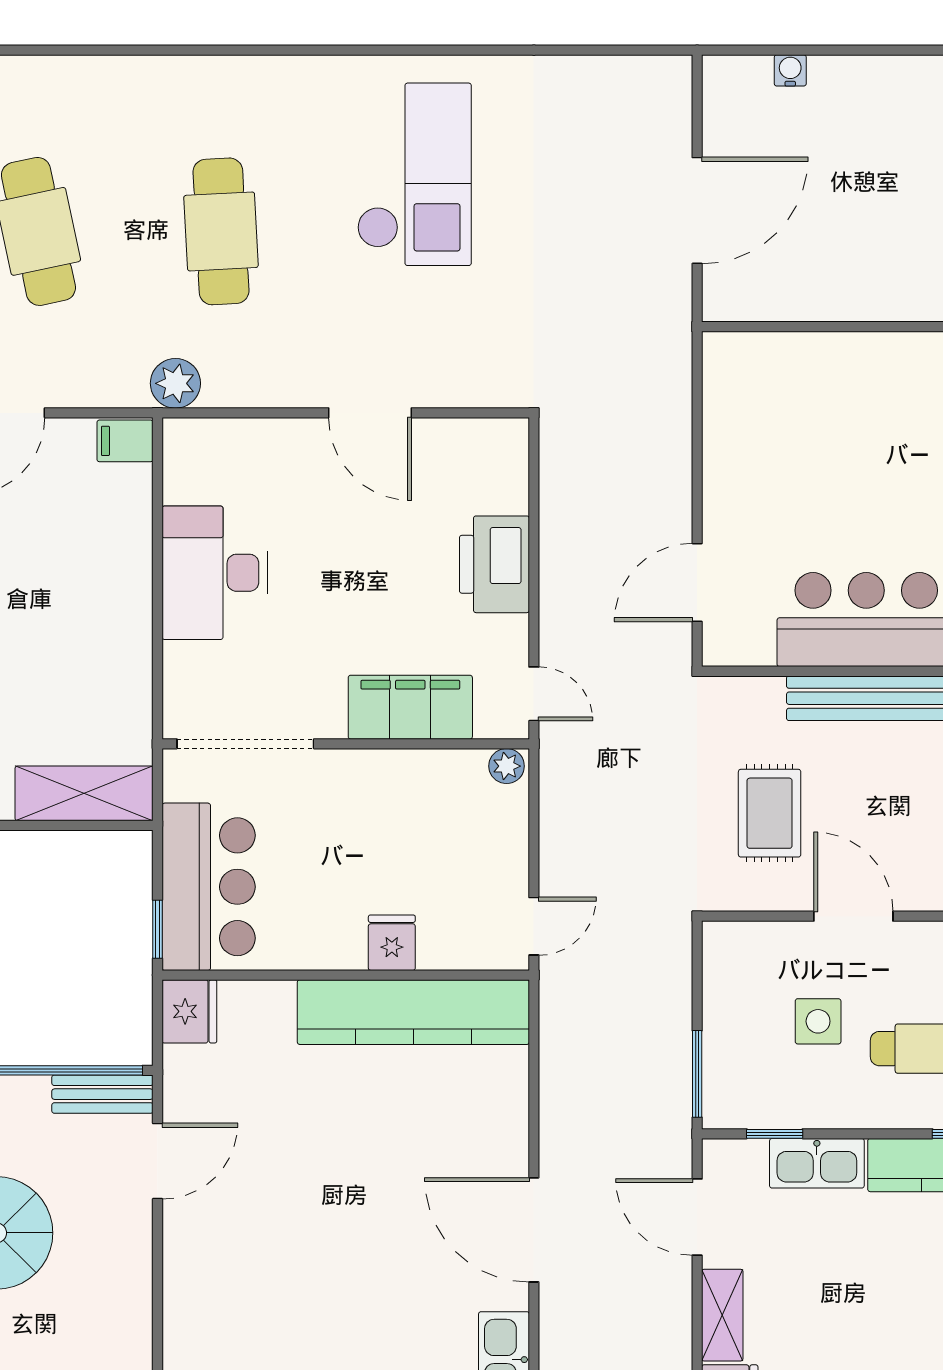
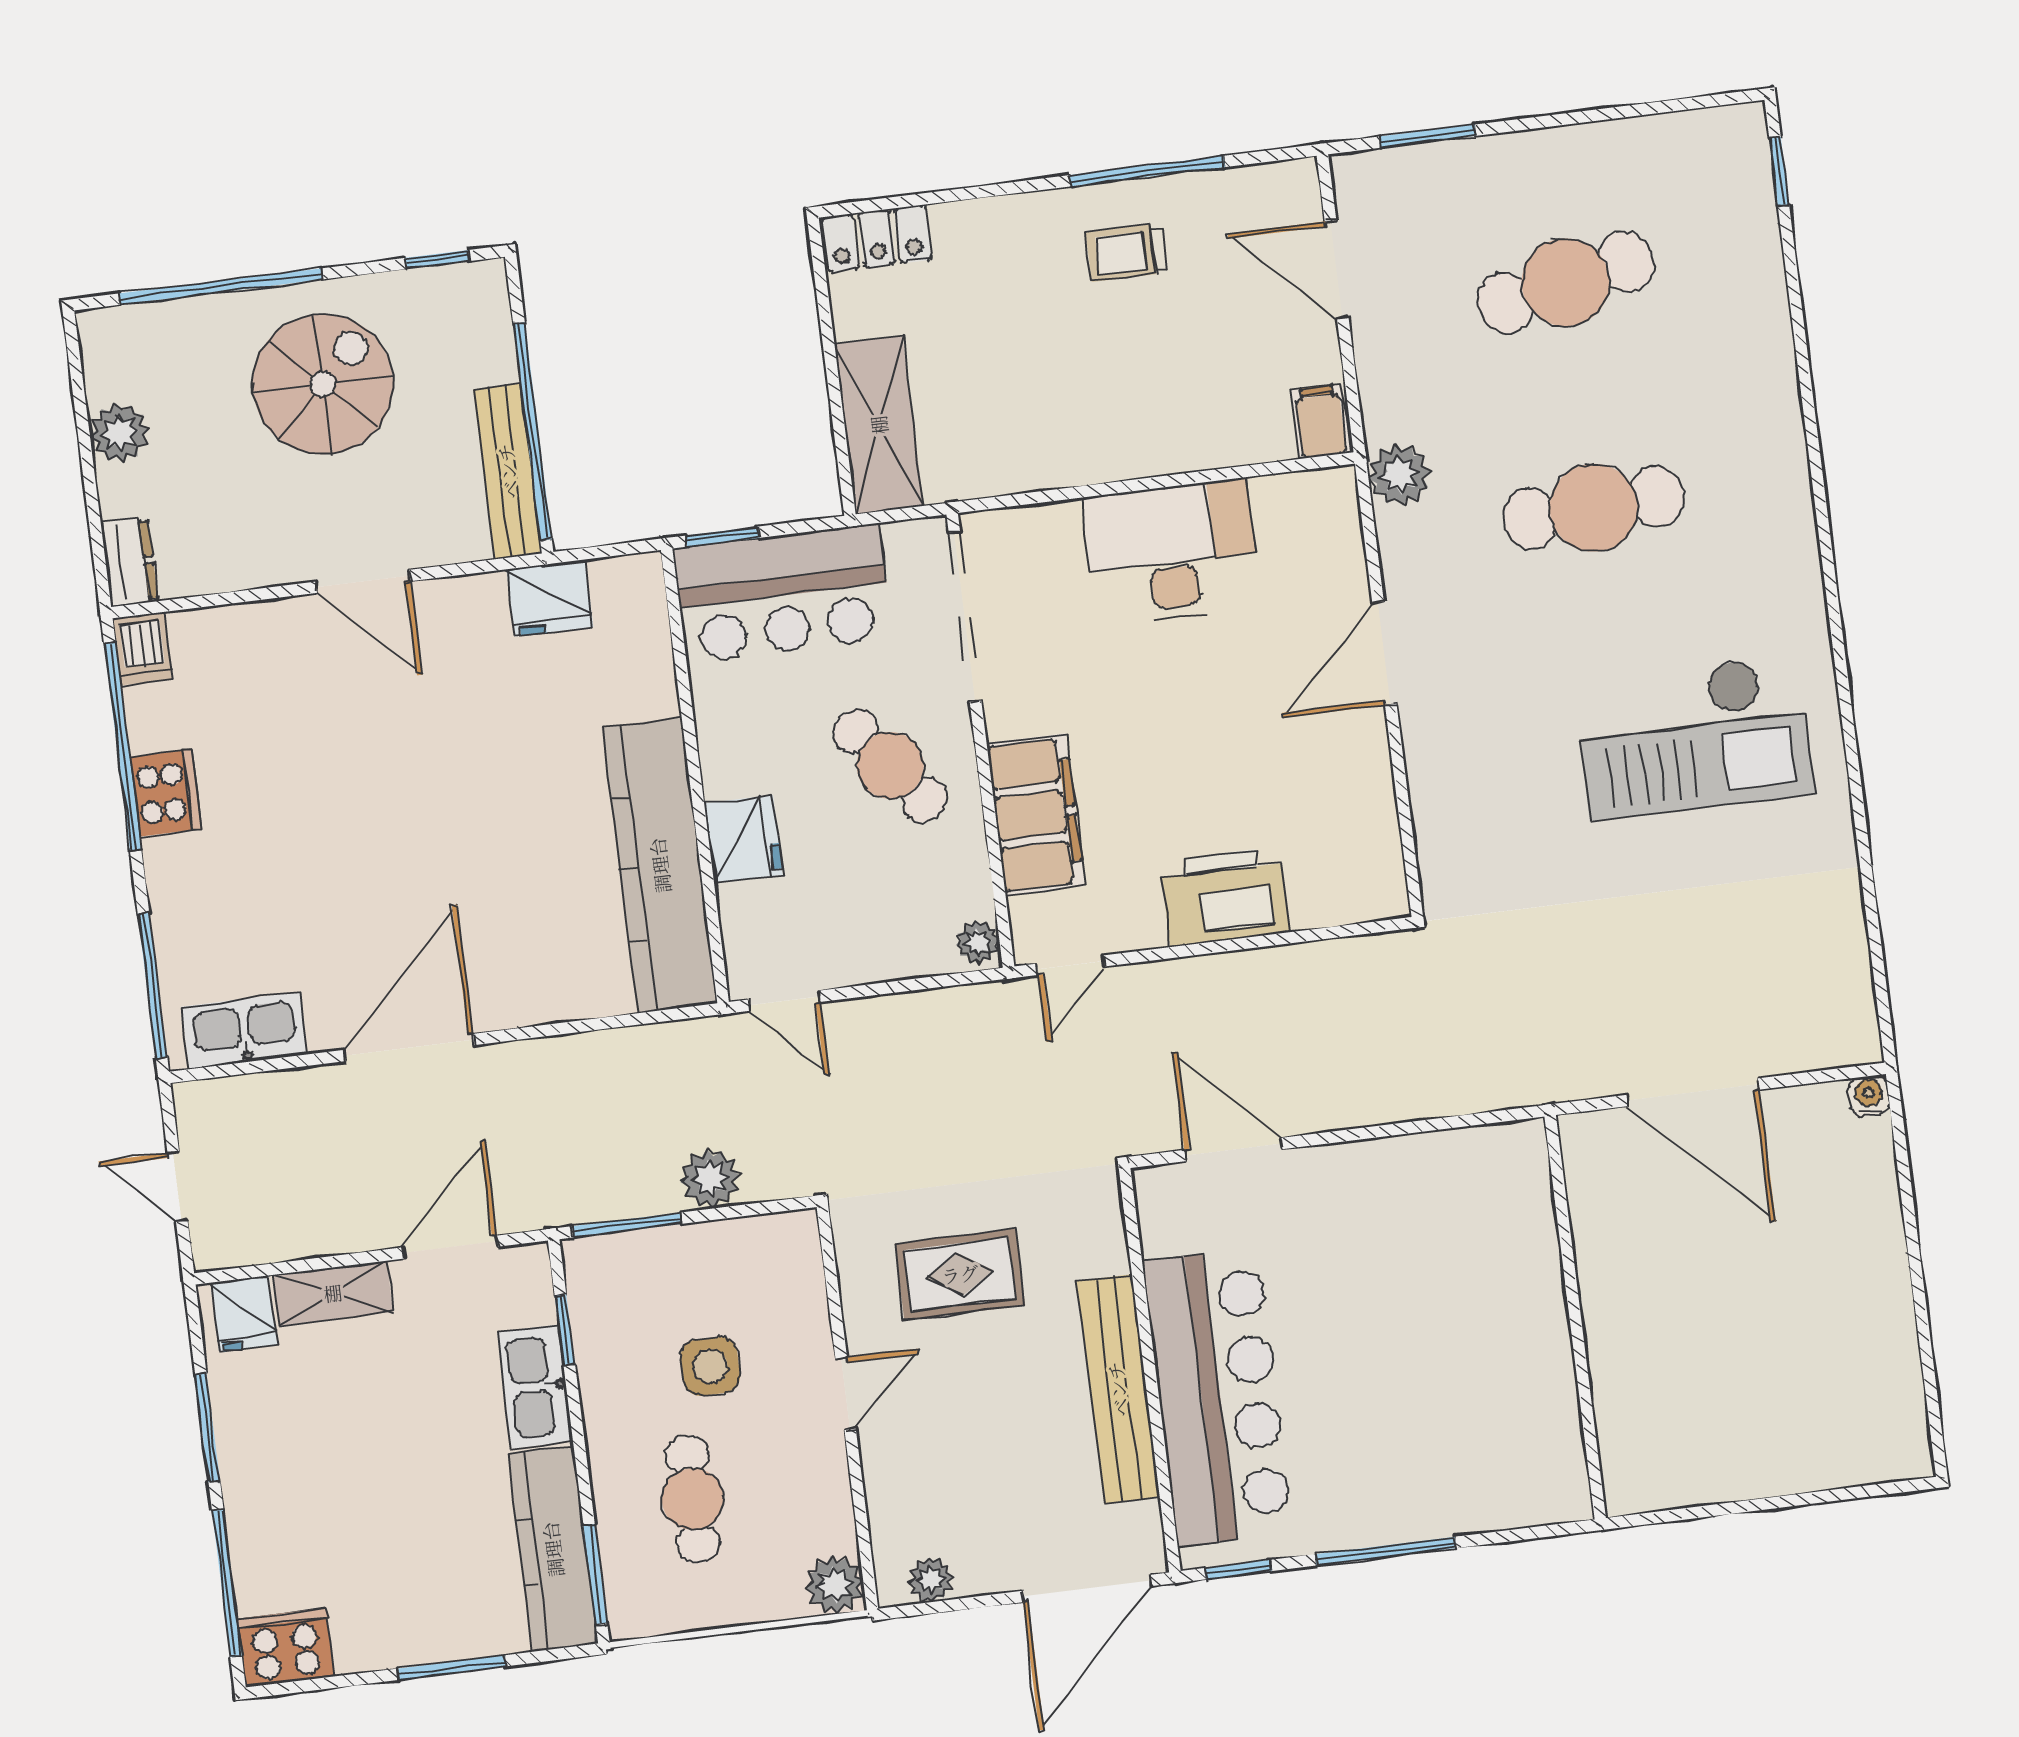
water cooler: (790, 70) -> (1869, 1096), moved, turned -90
door: (370, 413) -> (1384, 653), moved
cafe table: (357, 818) -> (890, 765), added
door: (853, 916) -> (846, 1394), width x0.73
fridge: (392, 943) -> (743, 839), width x1.38
plant: (669, 1003) -> (710, 1179), added
fridge: (189, 1011) -> (550, 598), moved
bench: (102, 1094) -> (508, 471), width x1.36
door: (157, 1161) -> (363, 581), moved

